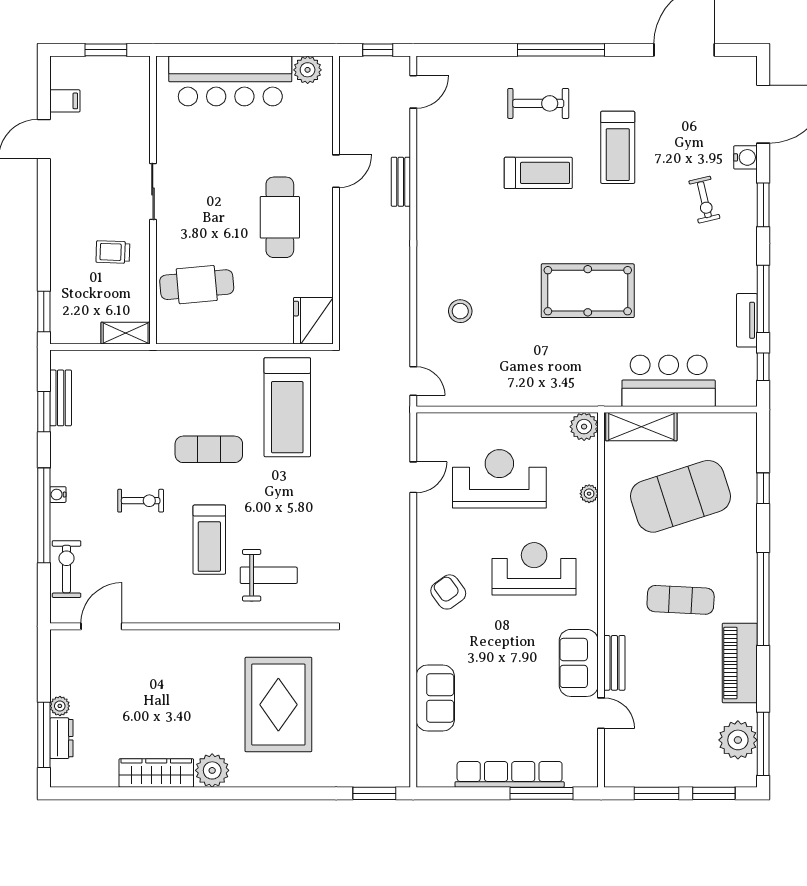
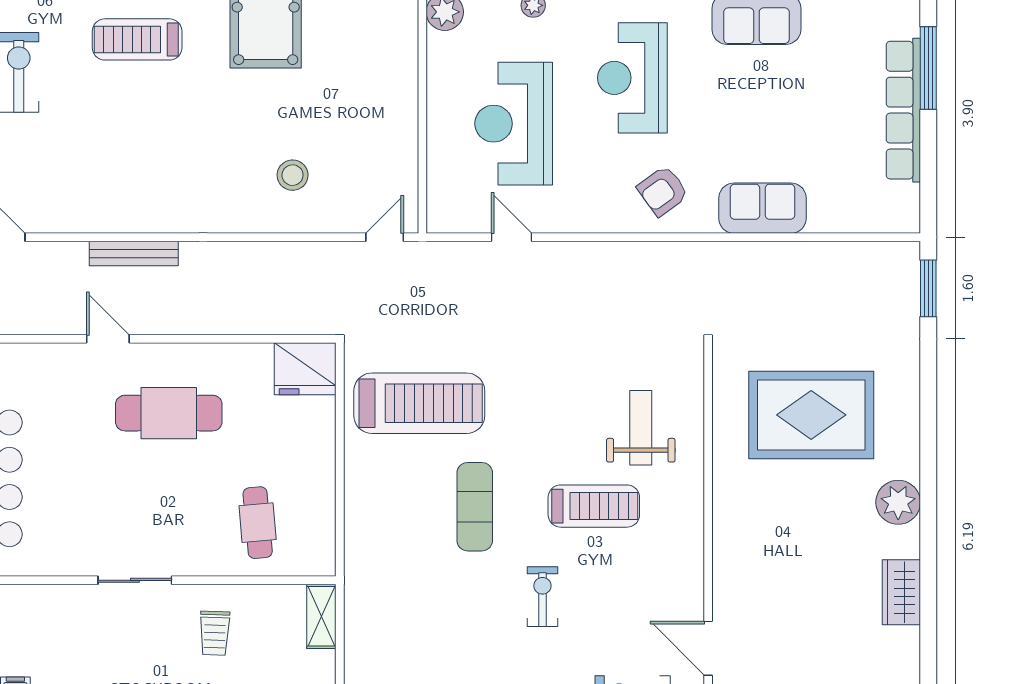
treadmill: (538, 173) -> (137, 39), moved, turned -90
bench: (401, 182) -> (134, 254), width x1.36
cafe table: (197, 285) -> (258, 523), width x0.73, depth x0.74
sofa: (435, 698) -> (763, 208), moved
wardrobe: (156, 773) -> (901, 592), width x0.67

